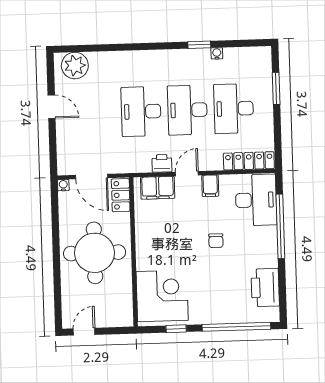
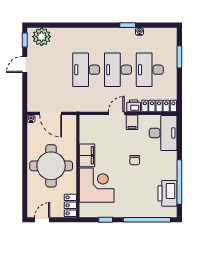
window: (50, 71) -> (25, 40), added
door: (52, 107) -> (25, 64), swing flipped
printer: (162, 163) -> (134, 106), moved
filing cabinet: (158, 188) -> (87, 155), moved, turned -90
locker: (121, 195) -> (70, 205), moved
window: (280, 226) -> (179, 182), moved
corner desk: (162, 296) -> (97, 185), moved

